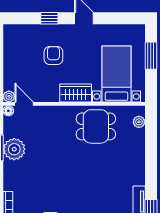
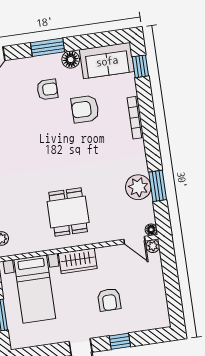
dining table: (96, 126) -> (68, 212), moved, turned 90

